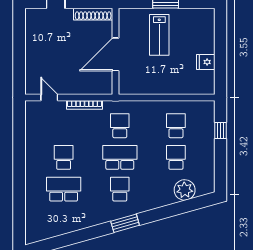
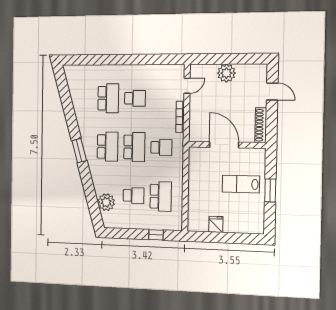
plant: (35, 53) -> (226, 73), added
school desk: (176, 126) -> (161, 196), width x1.85
school desk: (120, 189) -> (108, 147), width x1.85

